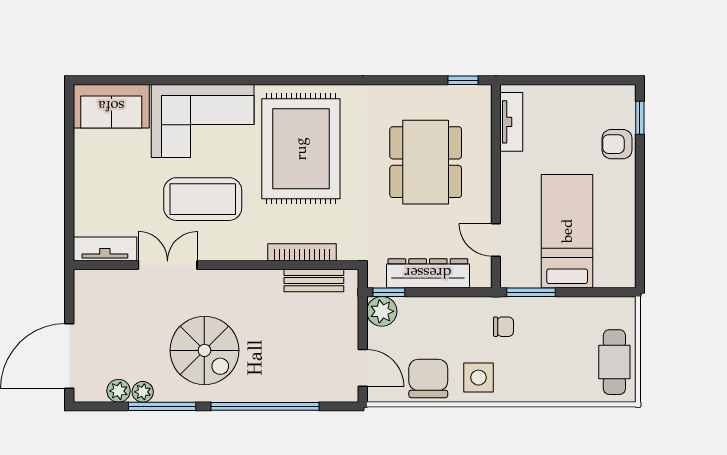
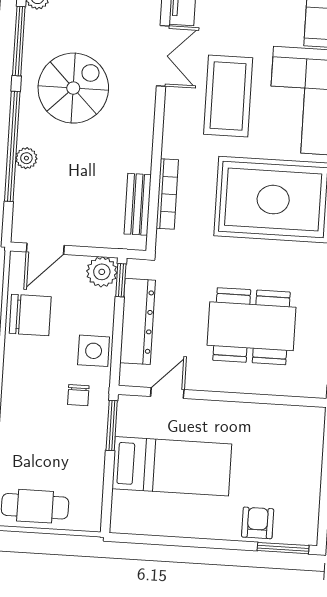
window: (640, 118) -> (283, 548), width x1.50
tv unit: (511, 122) -> (287, 416), removed
spiral stairs: (204, 350) -> (73, 88), turned 180
side table: (479, 378) -> (94, 351), moved
plant: (143, 392) -> (26, 158), moved

